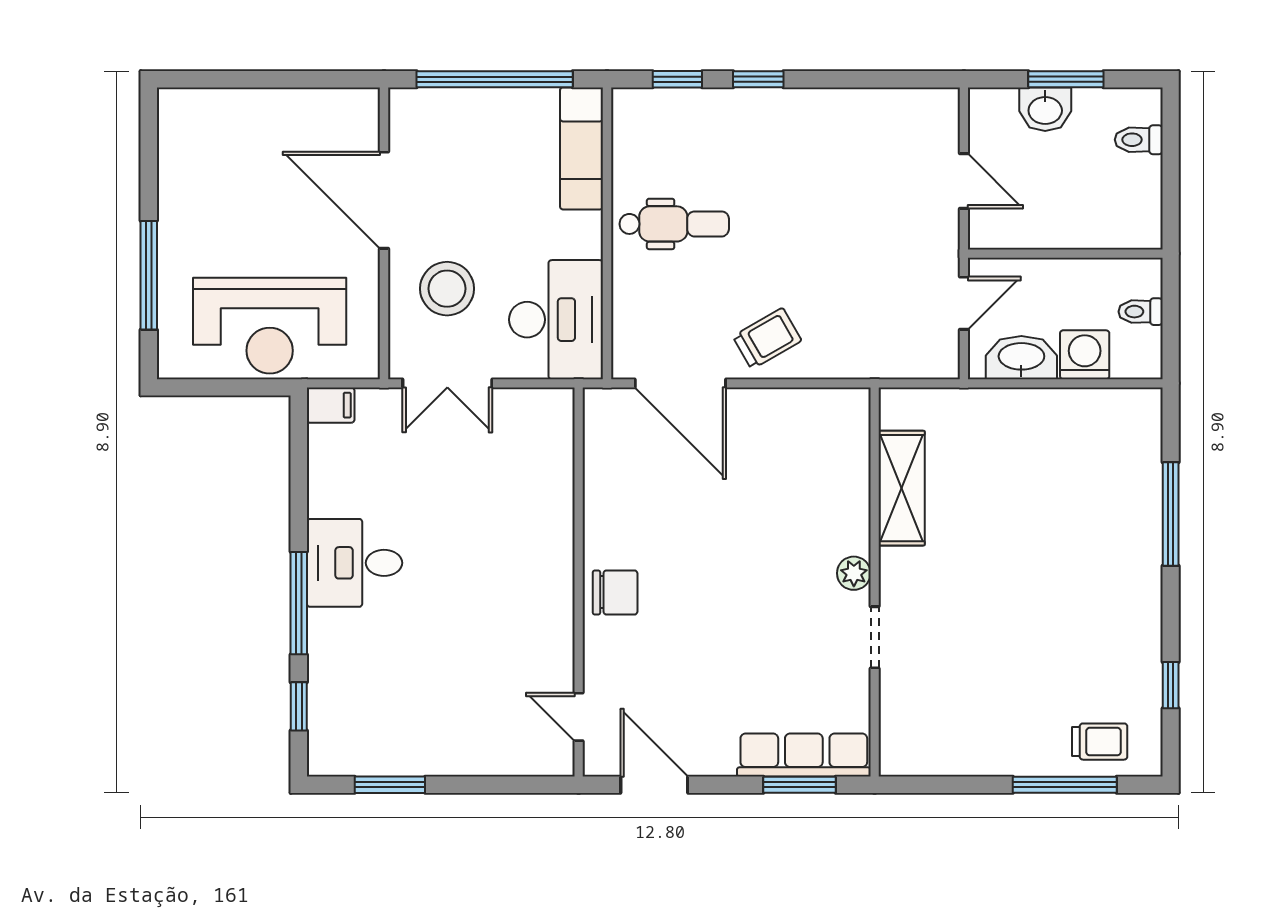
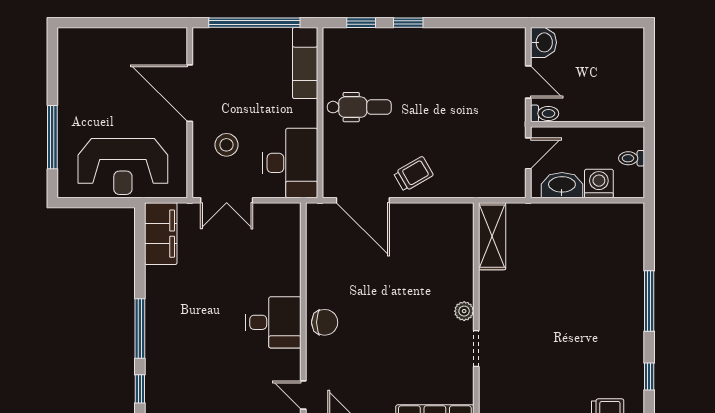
window: (1066, 79) -> (588, 23), removed
washbasin: (1045, 109) -> (544, 42), moved, turned -90
toilet: (1139, 140) -> (545, 113), moved, turned 180
stool: (447, 289) -> (226, 145), width x0.73, depth x0.73
filing cabinet: (331, 405) -> (161, 234), width x3.00, depth x1.17
shelving: (902, 488) -> (492, 236), moved
window: (1171, 514) -> (649, 301), moved
desk: (355, 563) -> (273, 322), moved, turned 180

